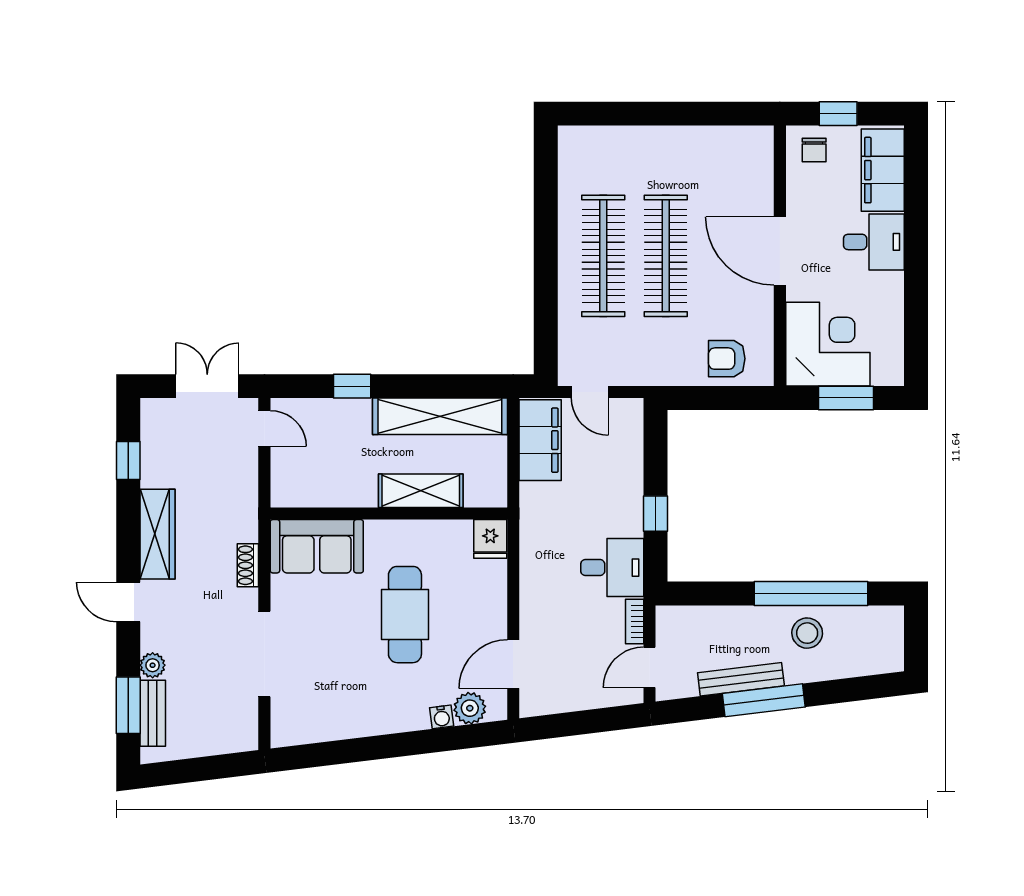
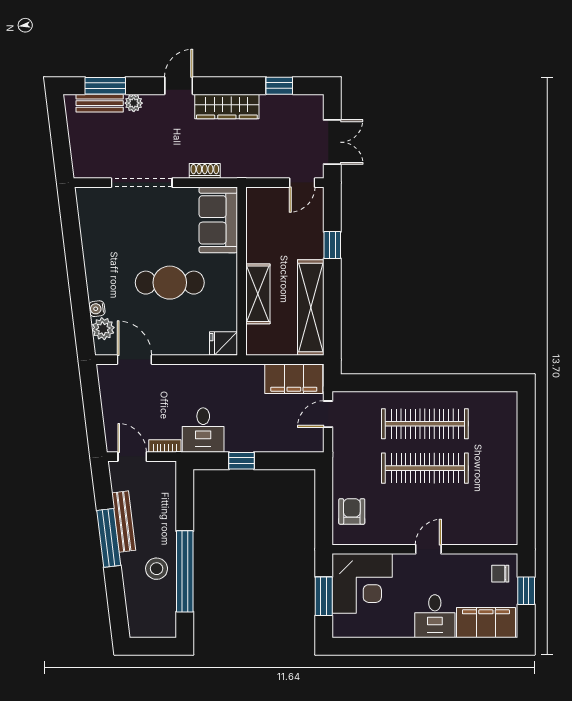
door: (780, 251) -> (428, 549), width x0.53

